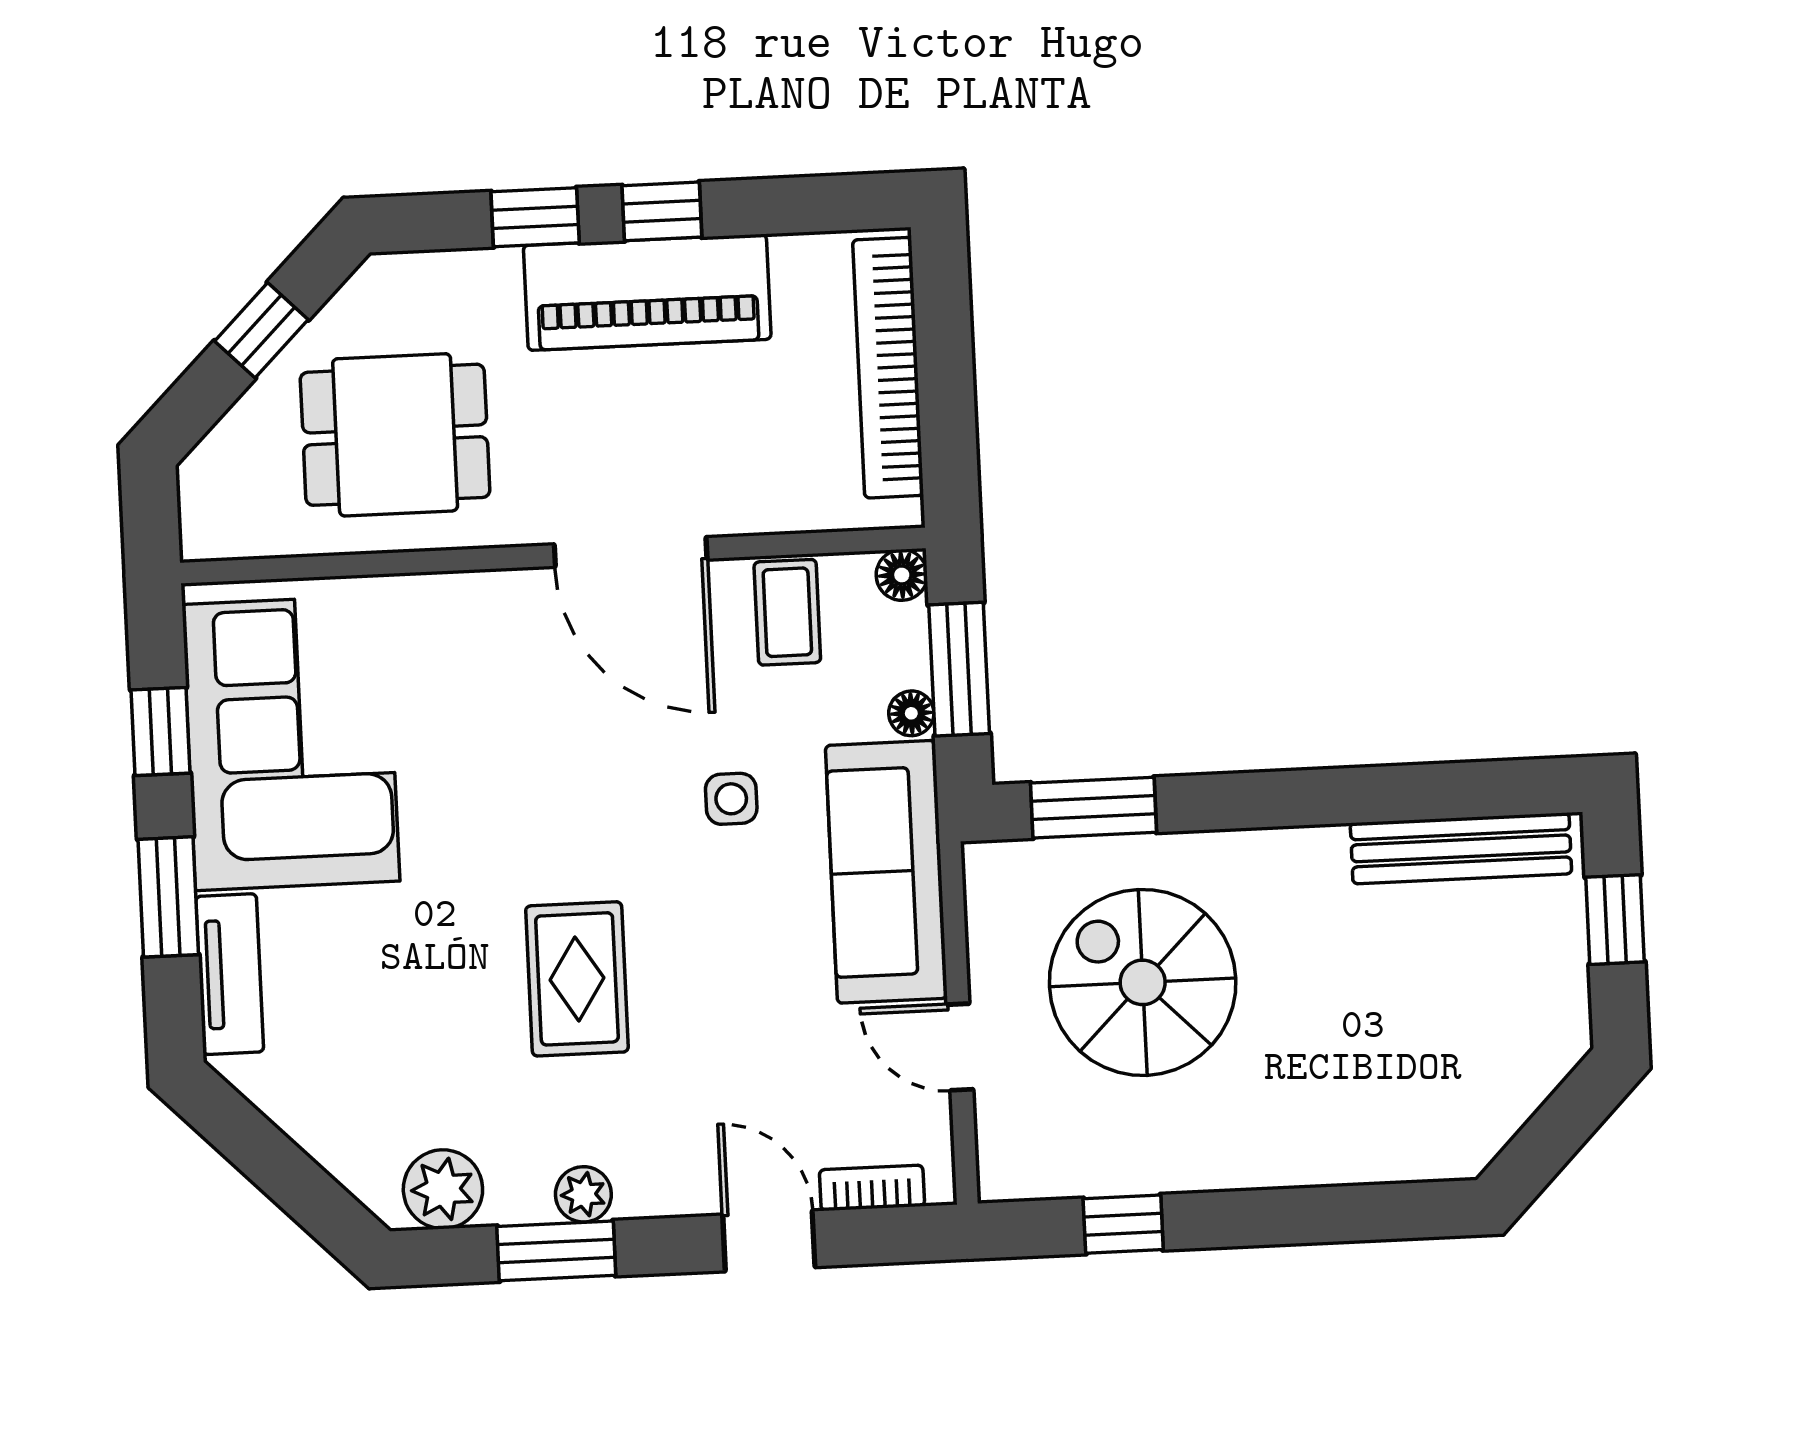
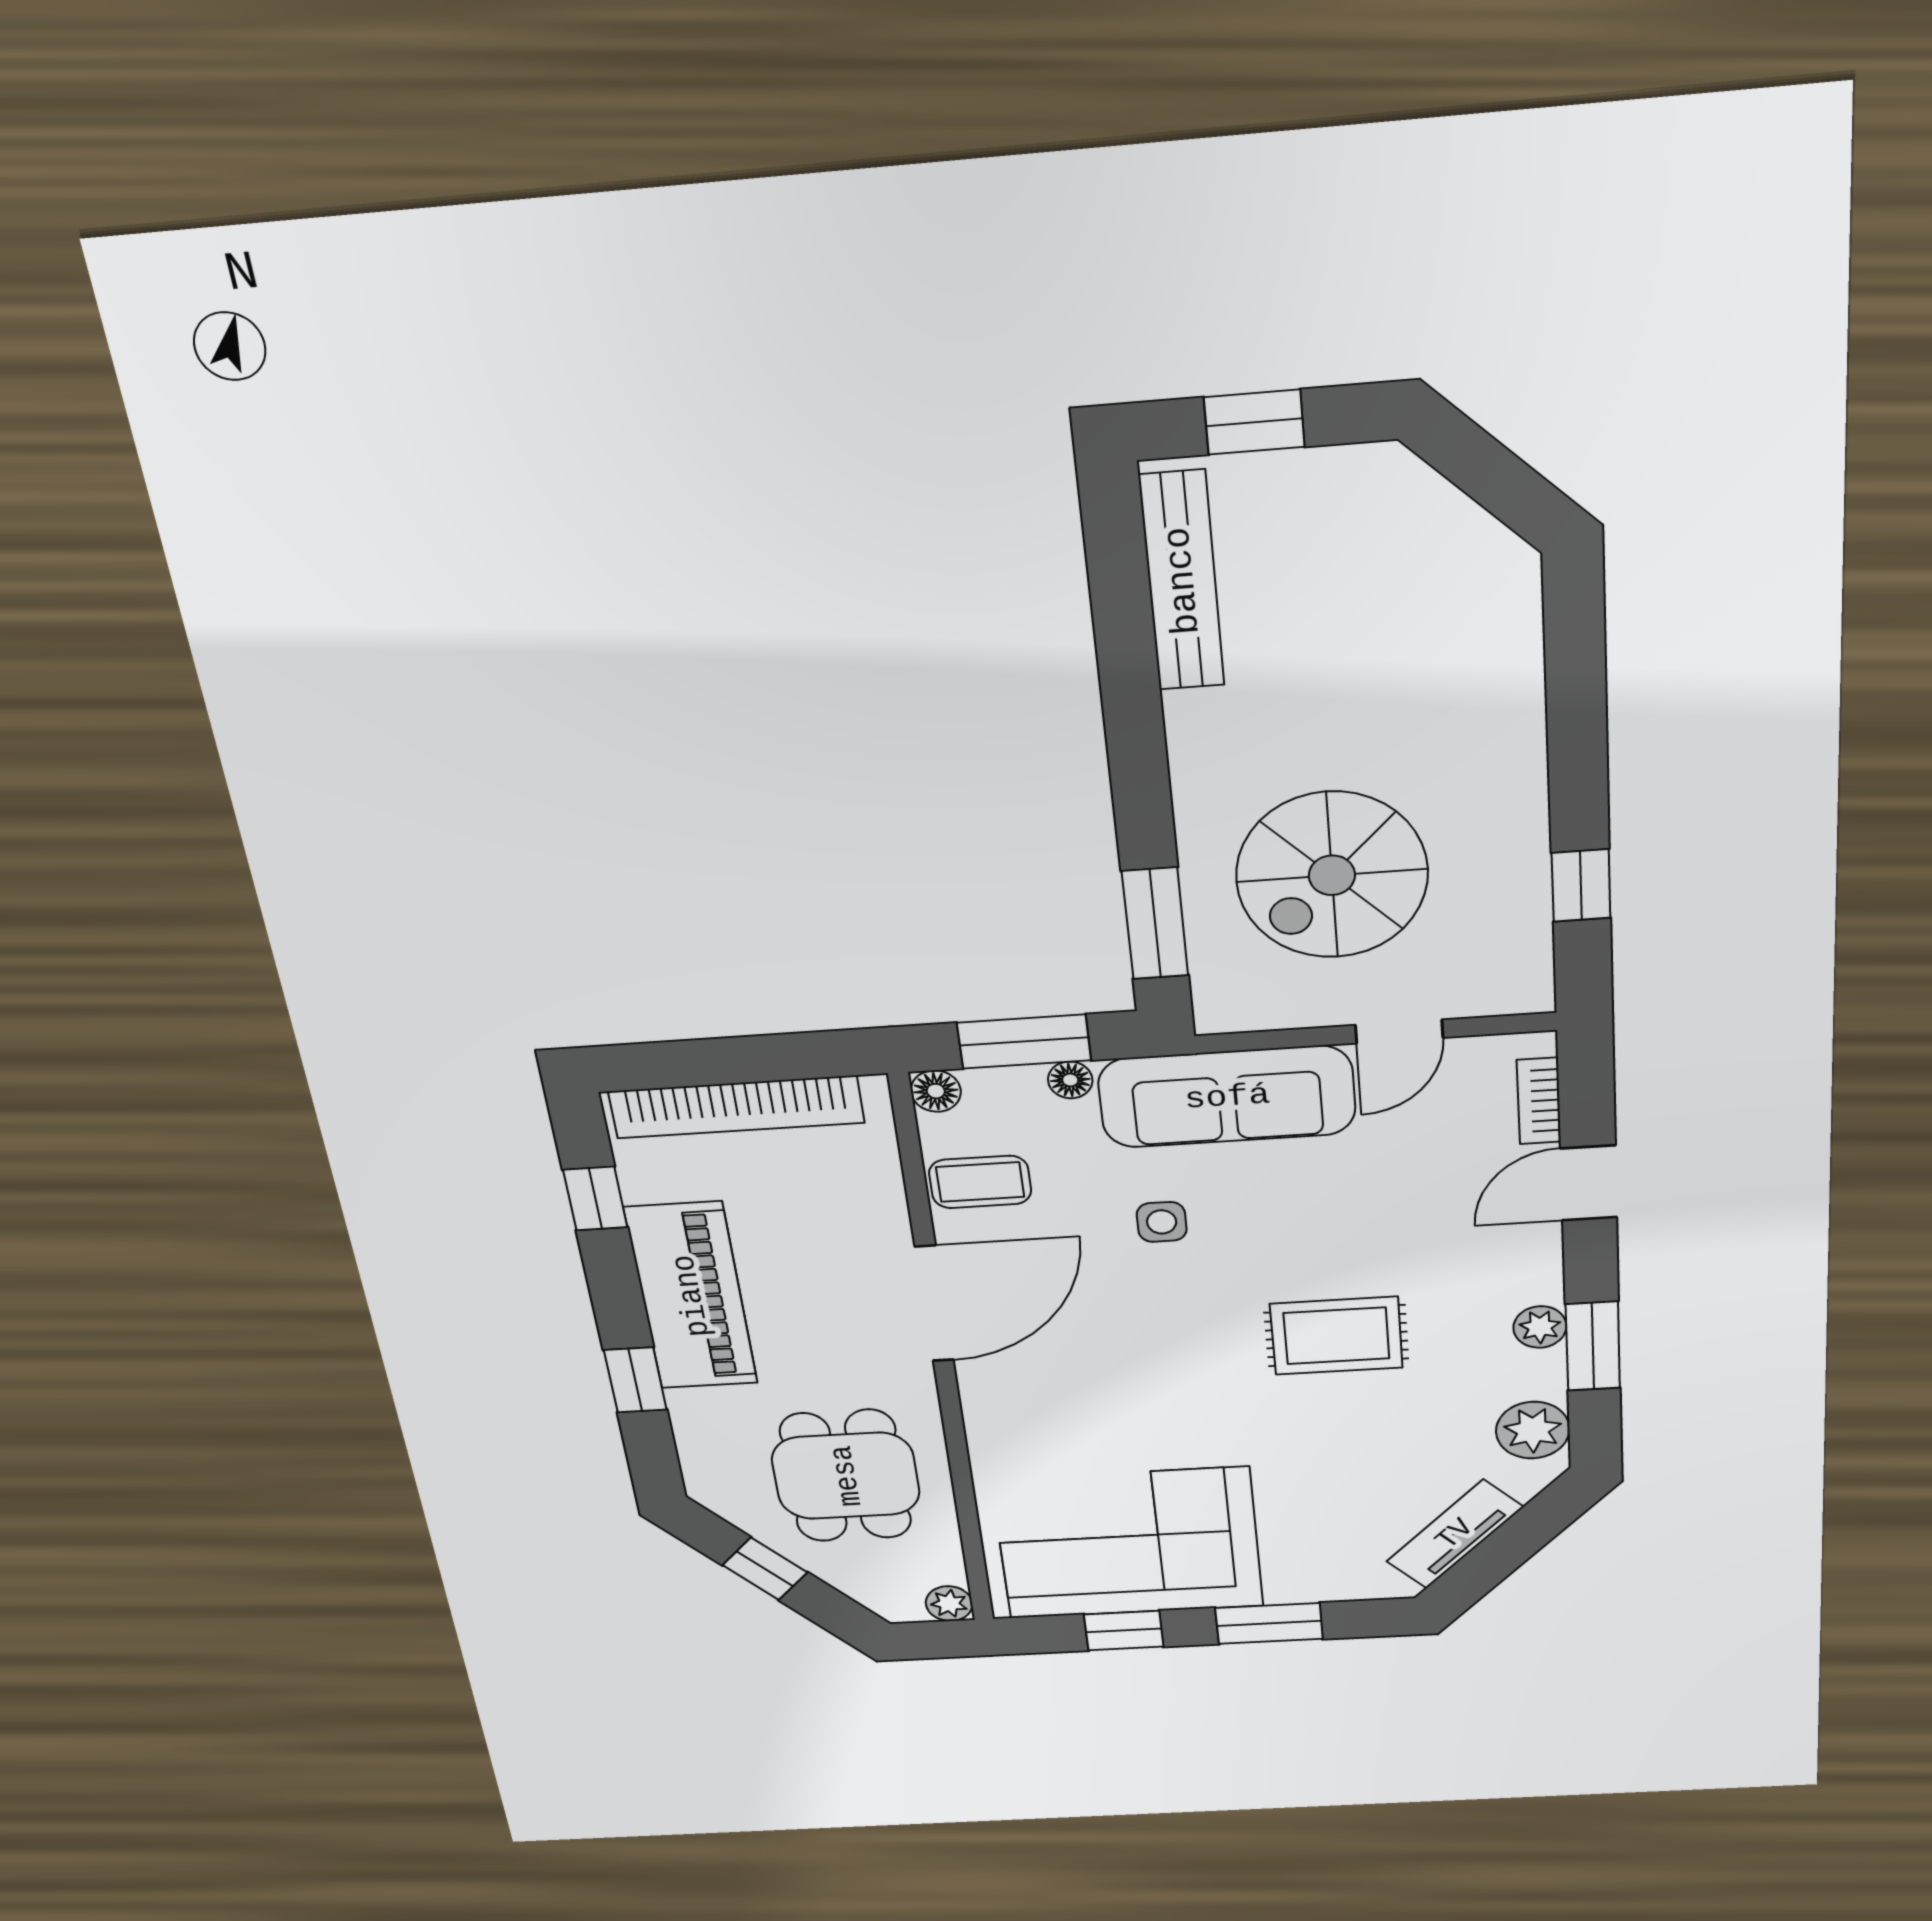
window: (662, 211) -> (595, 1199), moved
plant: (205, 535) -> (949, 1604), added
tv unit: (230, 974) -> (1455, 1534), moved, turned -45

